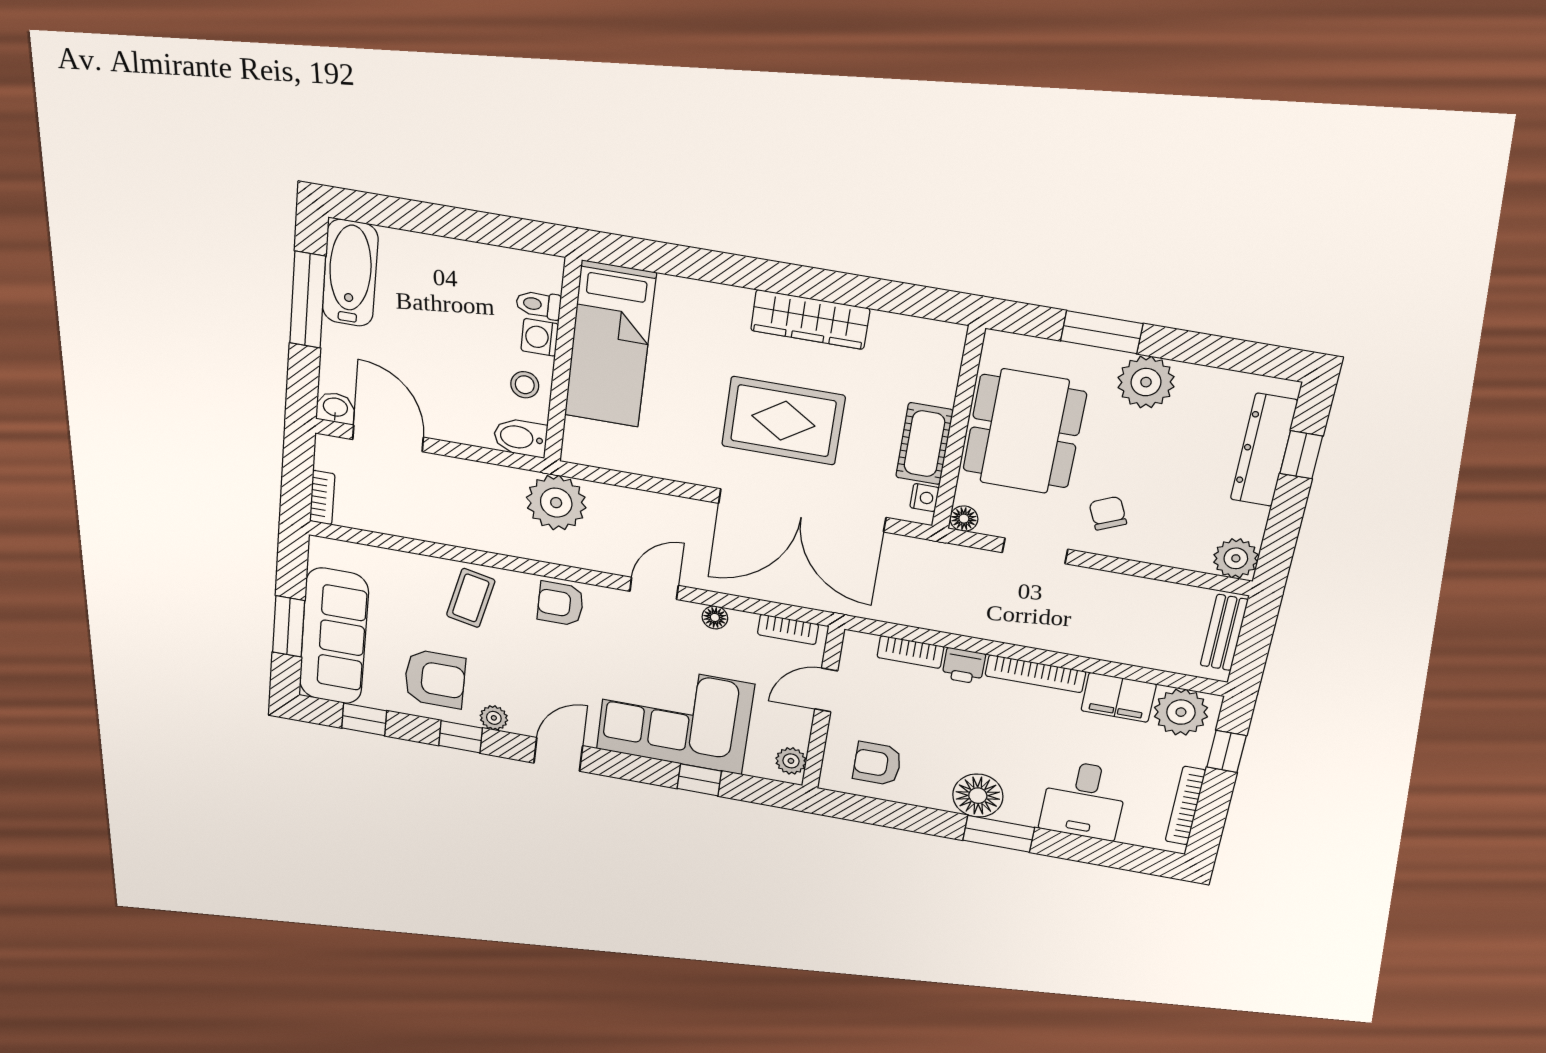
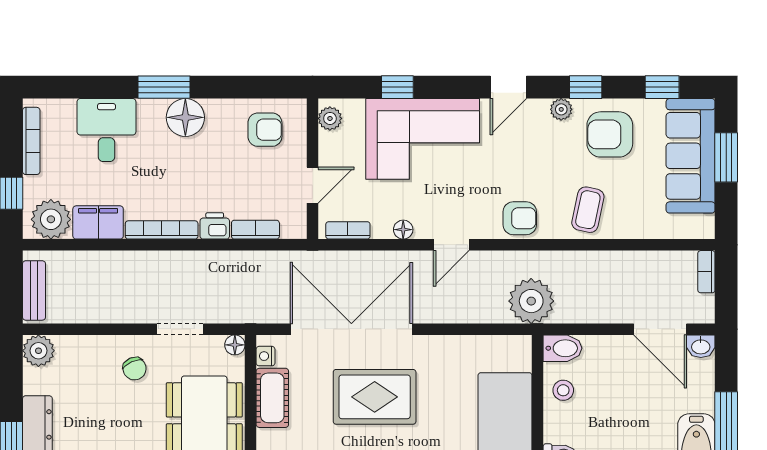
washing machine: (540, 337) -> (556, 429), removed

